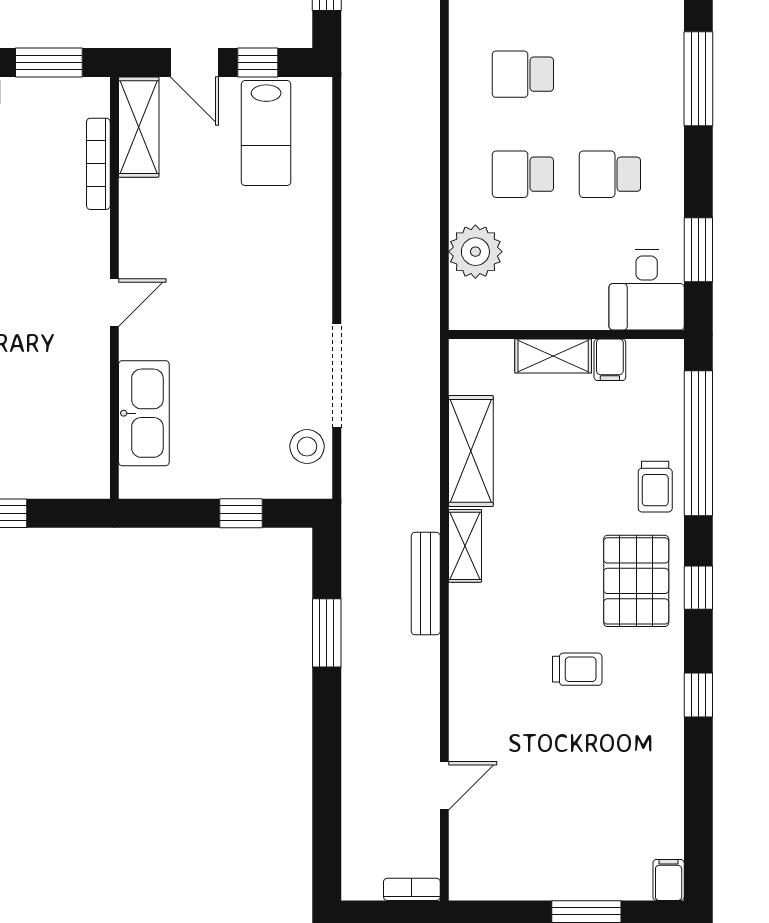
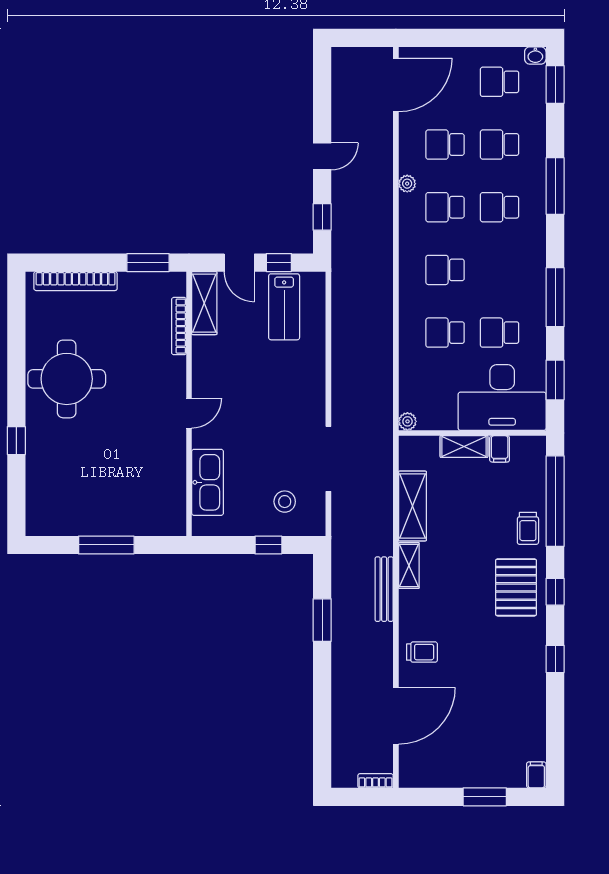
window: (698, 79) -> (555, 297), moved
plant: (475, 252) -> (407, 421), moved, width x0.53, depth x0.53
desk: (647, 290) -> (502, 397), width x1.87, depth x1.30
stool: (307, 447) -> (285, 502), moved
trolley: (577, 669) -> (422, 652), moved
door: (444, 786) -> (396, 716), width x1.88

